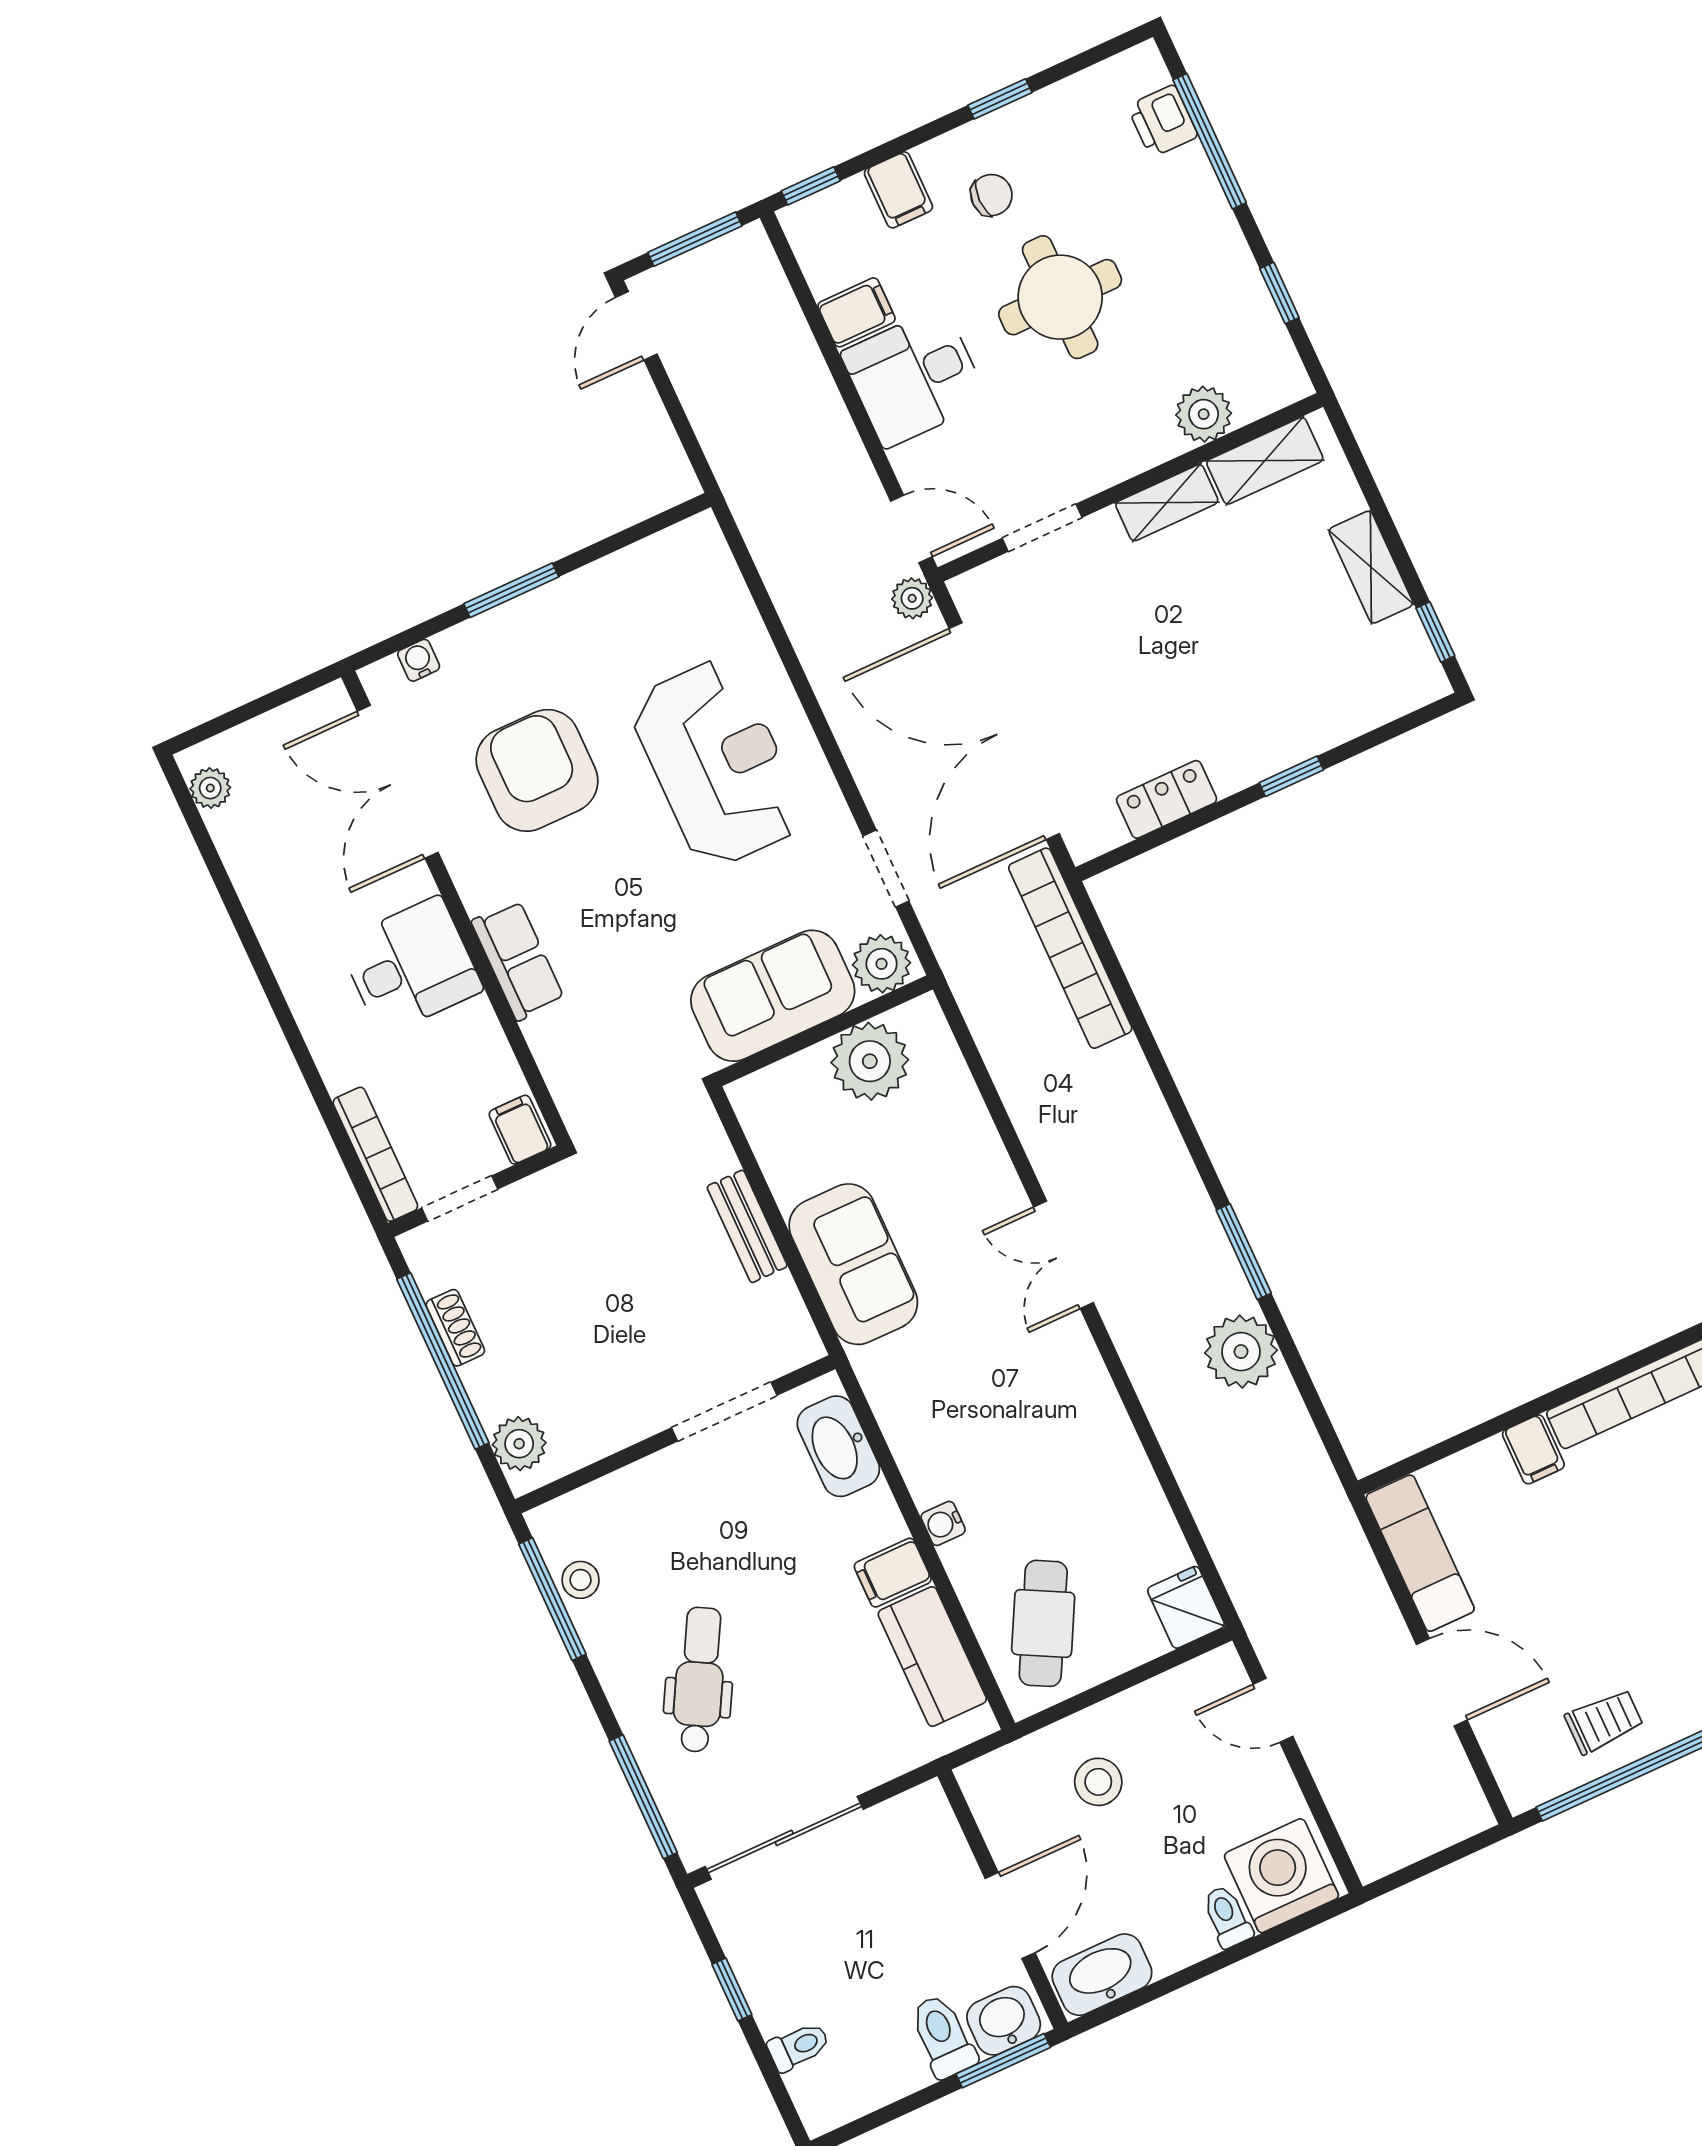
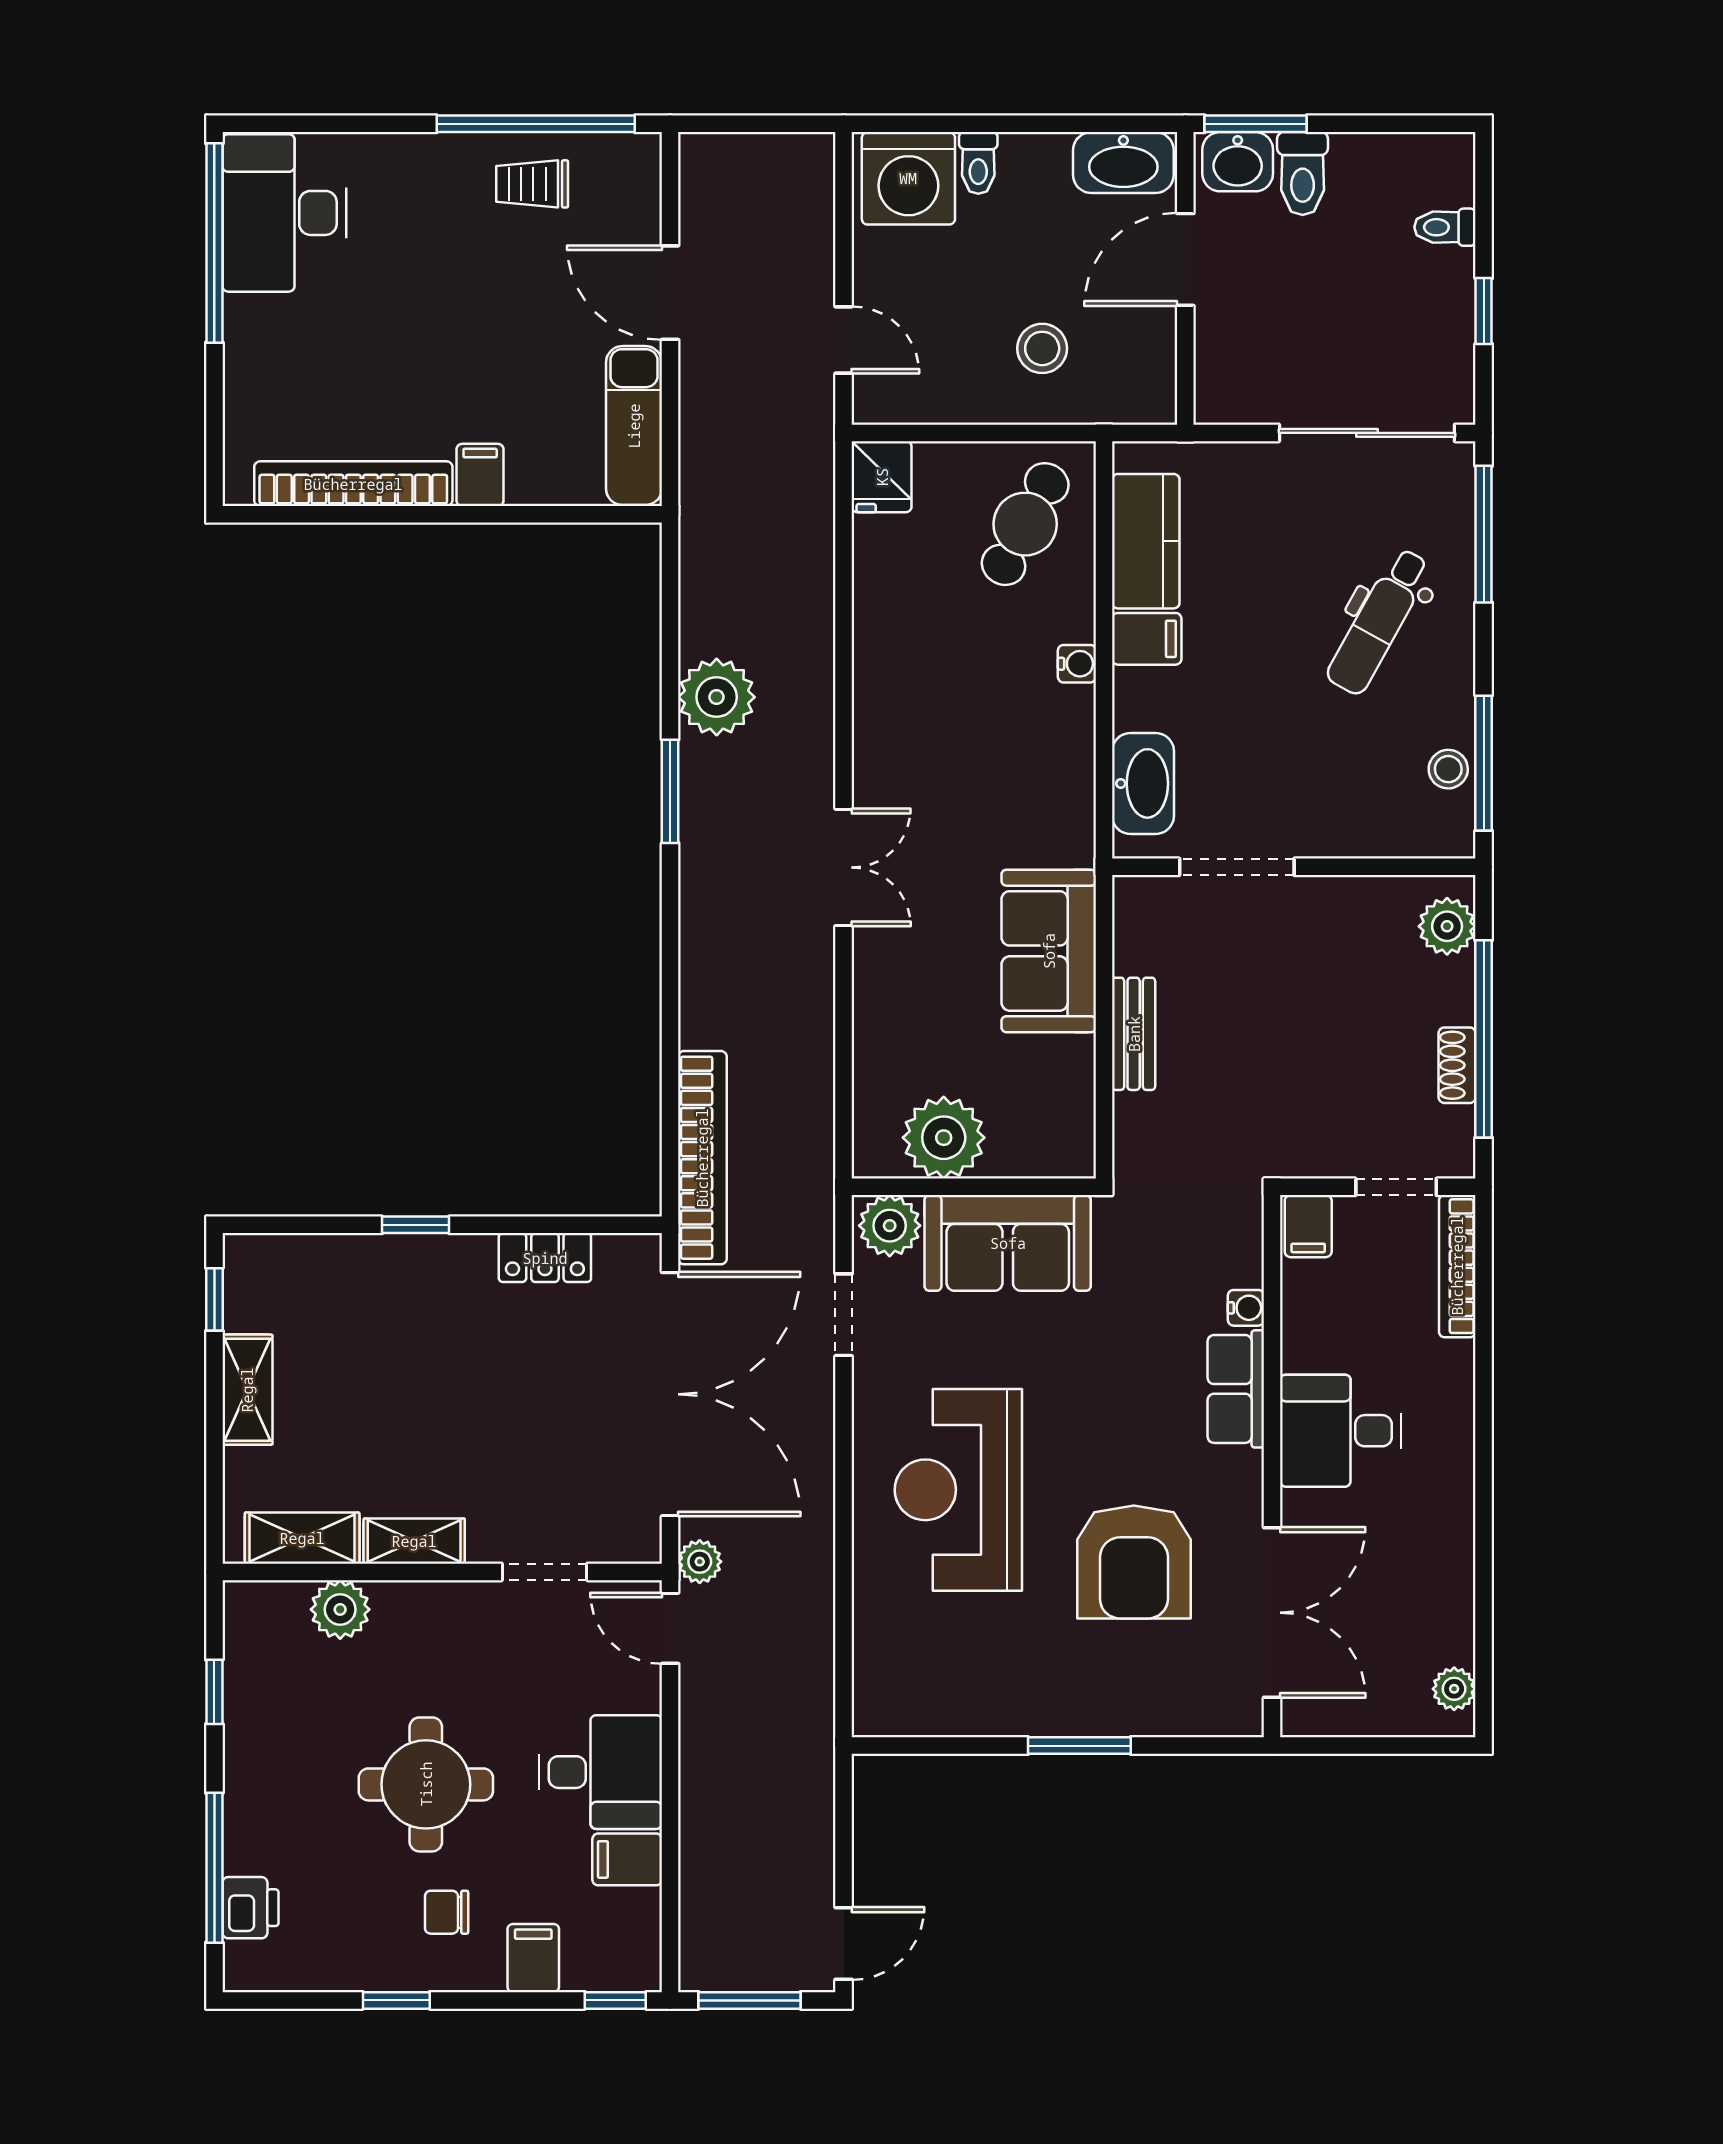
water cooler: (419, 660) -> (1246, 1308), moved, turned -90

